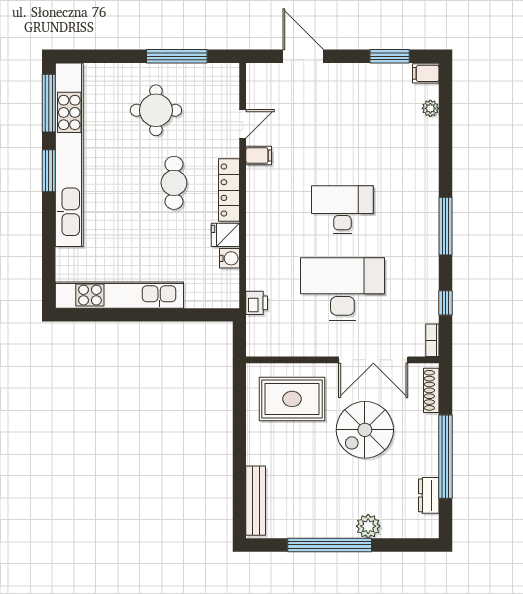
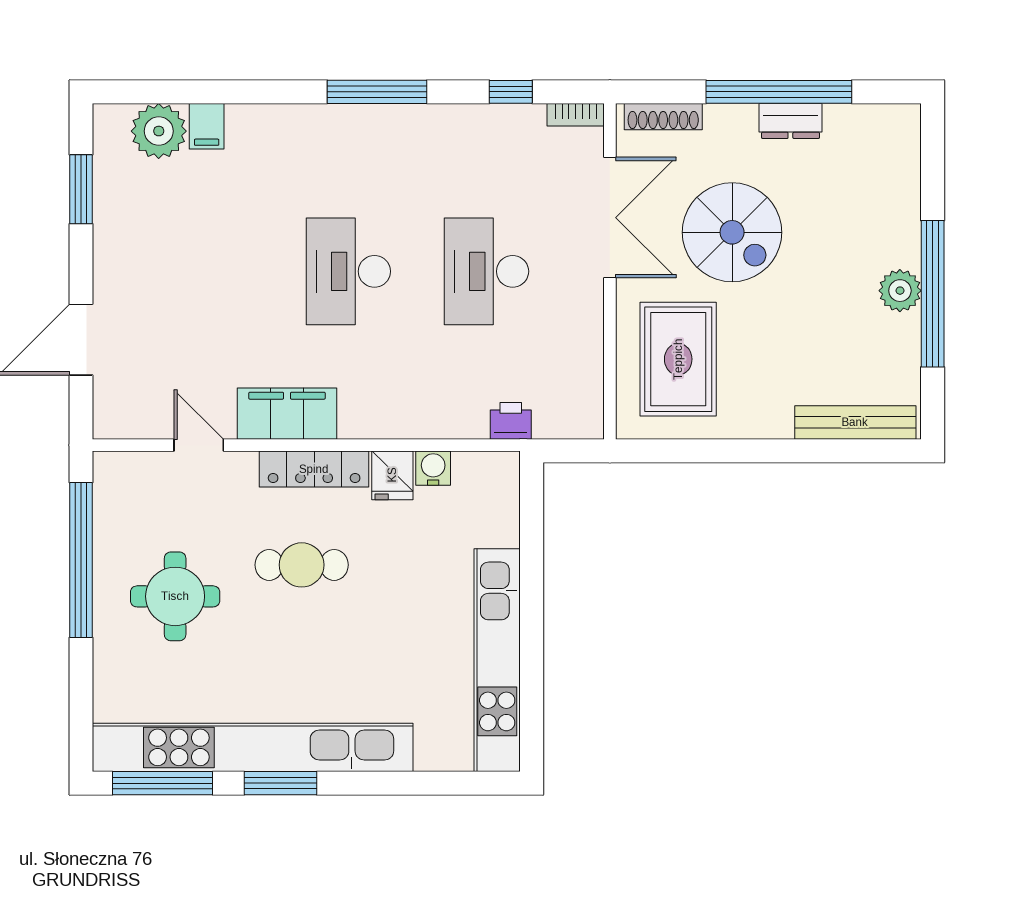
window: (177, 56) -> (81, 560), width x1.46
filing cabinet: (426, 73) -> (207, 126), moved
plant: (430, 108) -> (159, 131), width x1.87, depth x1.87
filing cabinet: (259, 155) -> (287, 414), width x3.00, depth x1.17
desk: (342, 289) -> (486, 271), width x0.73, depth x0.77
dresser: (429, 495) -> (790, 121), moved
plant: (368, 526) -> (900, 291), moved

